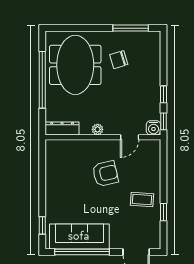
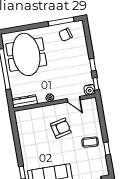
chair: (119, 60) -> (66, 35), moved
door: (130, 137) -> (74, 99), hinge flipped

